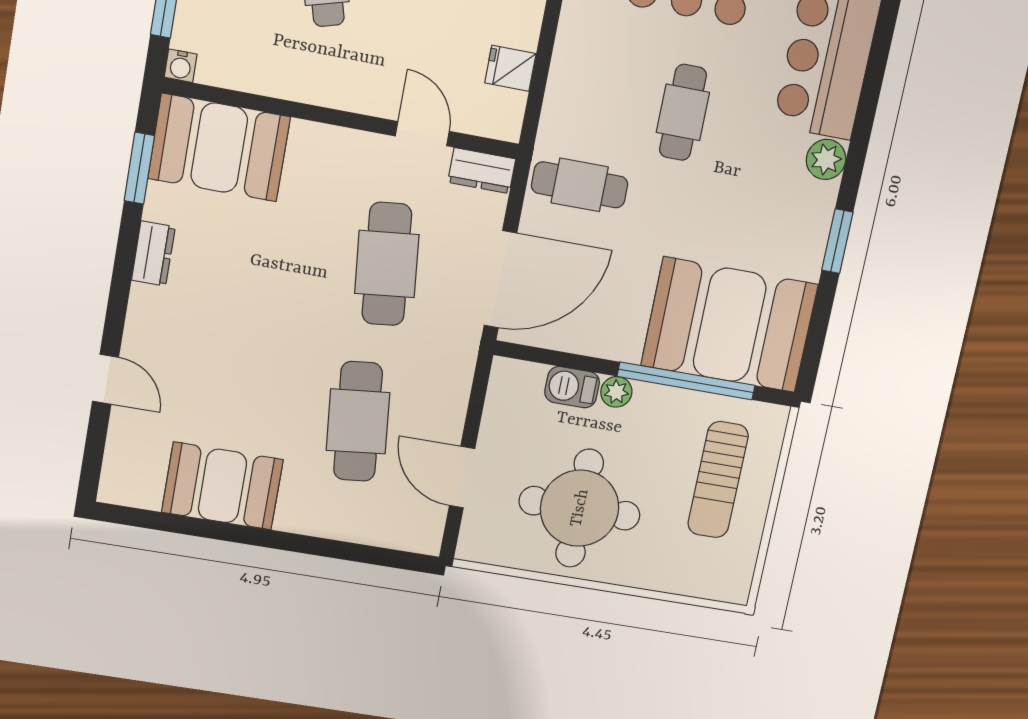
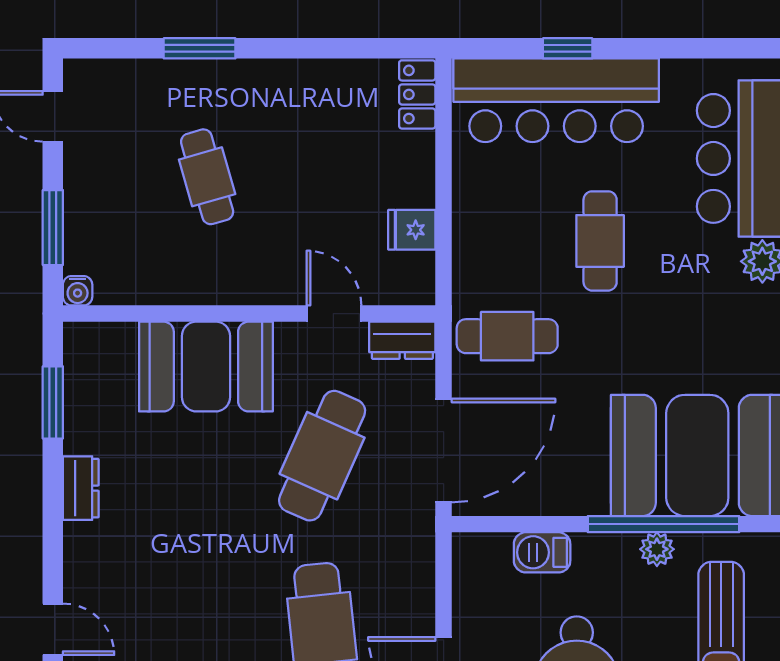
booth: (219, 148) -> (206, 367), moved
cafe table: (387, 264) -> (322, 456), turned 30
plant: (616, 392) -> (657, 549), moved

